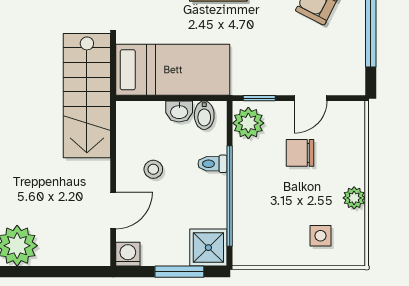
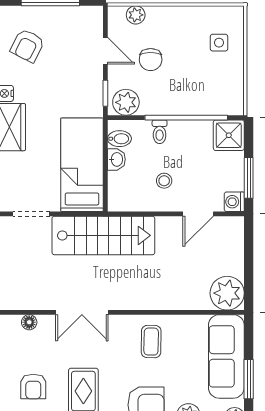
plant: (354, 198) -> (136, 15), moved
door: (113, 211) -> (198, 214), swing flipped
window: (179, 272) -> (249, 178), moved

